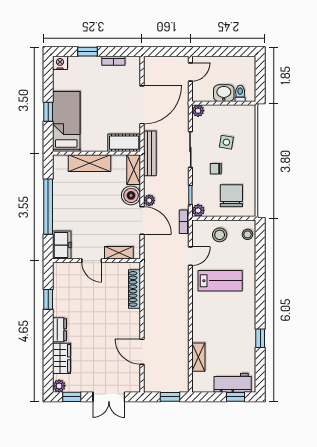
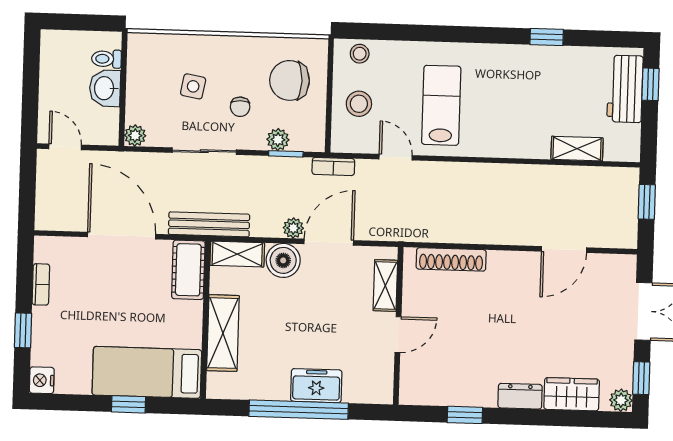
plant: (198, 210) -> (278, 140), moved
freezer: (62, 245) -> (316, 386), moved

